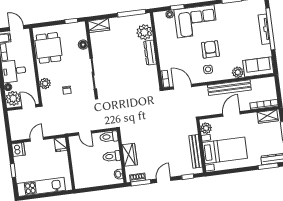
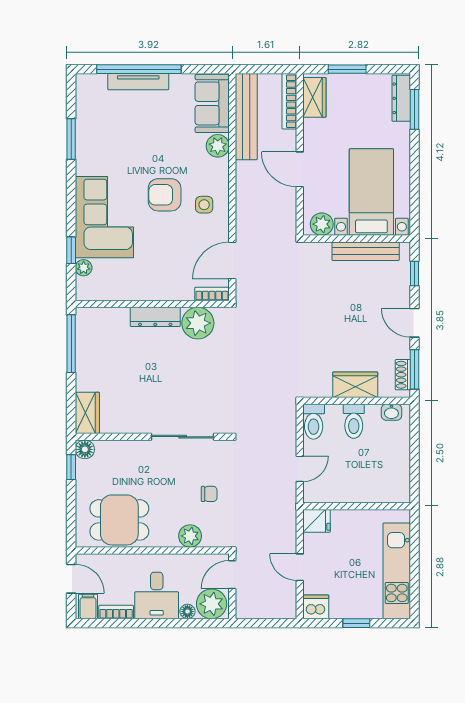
door: (17, 28) -> (71, 579), swing flipped
plant: (144, 32) -> (198, 323), moved
floor lamp: (83, 45) -> (85, 449), moved
bench: (229, 88) -> (246, 117), moved

